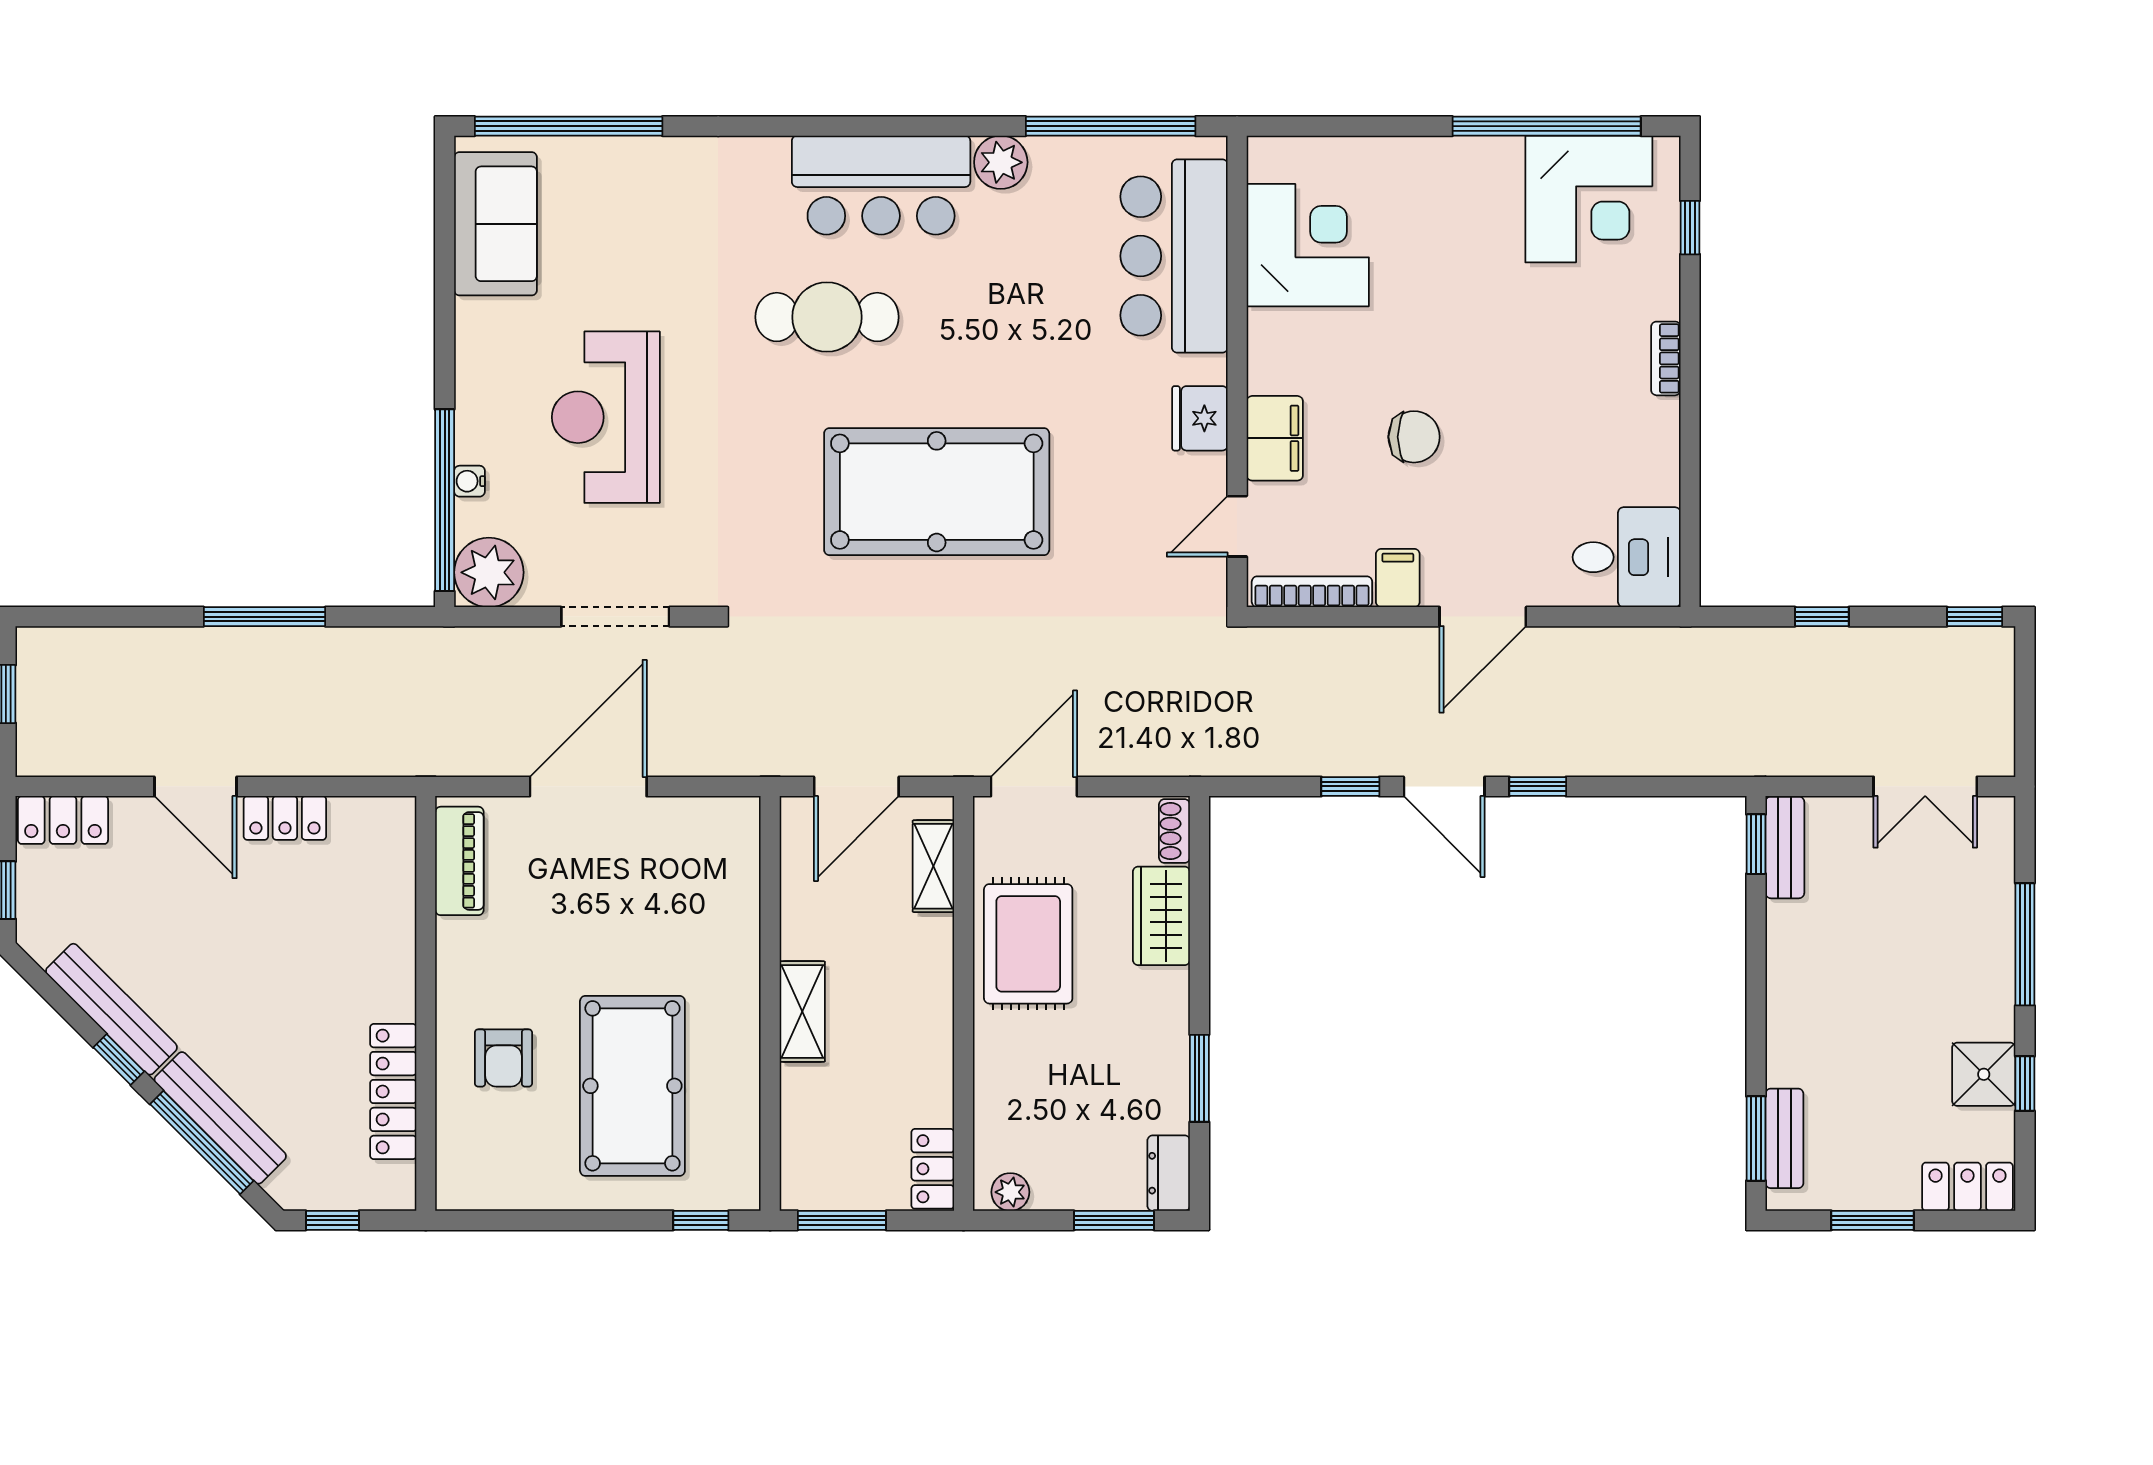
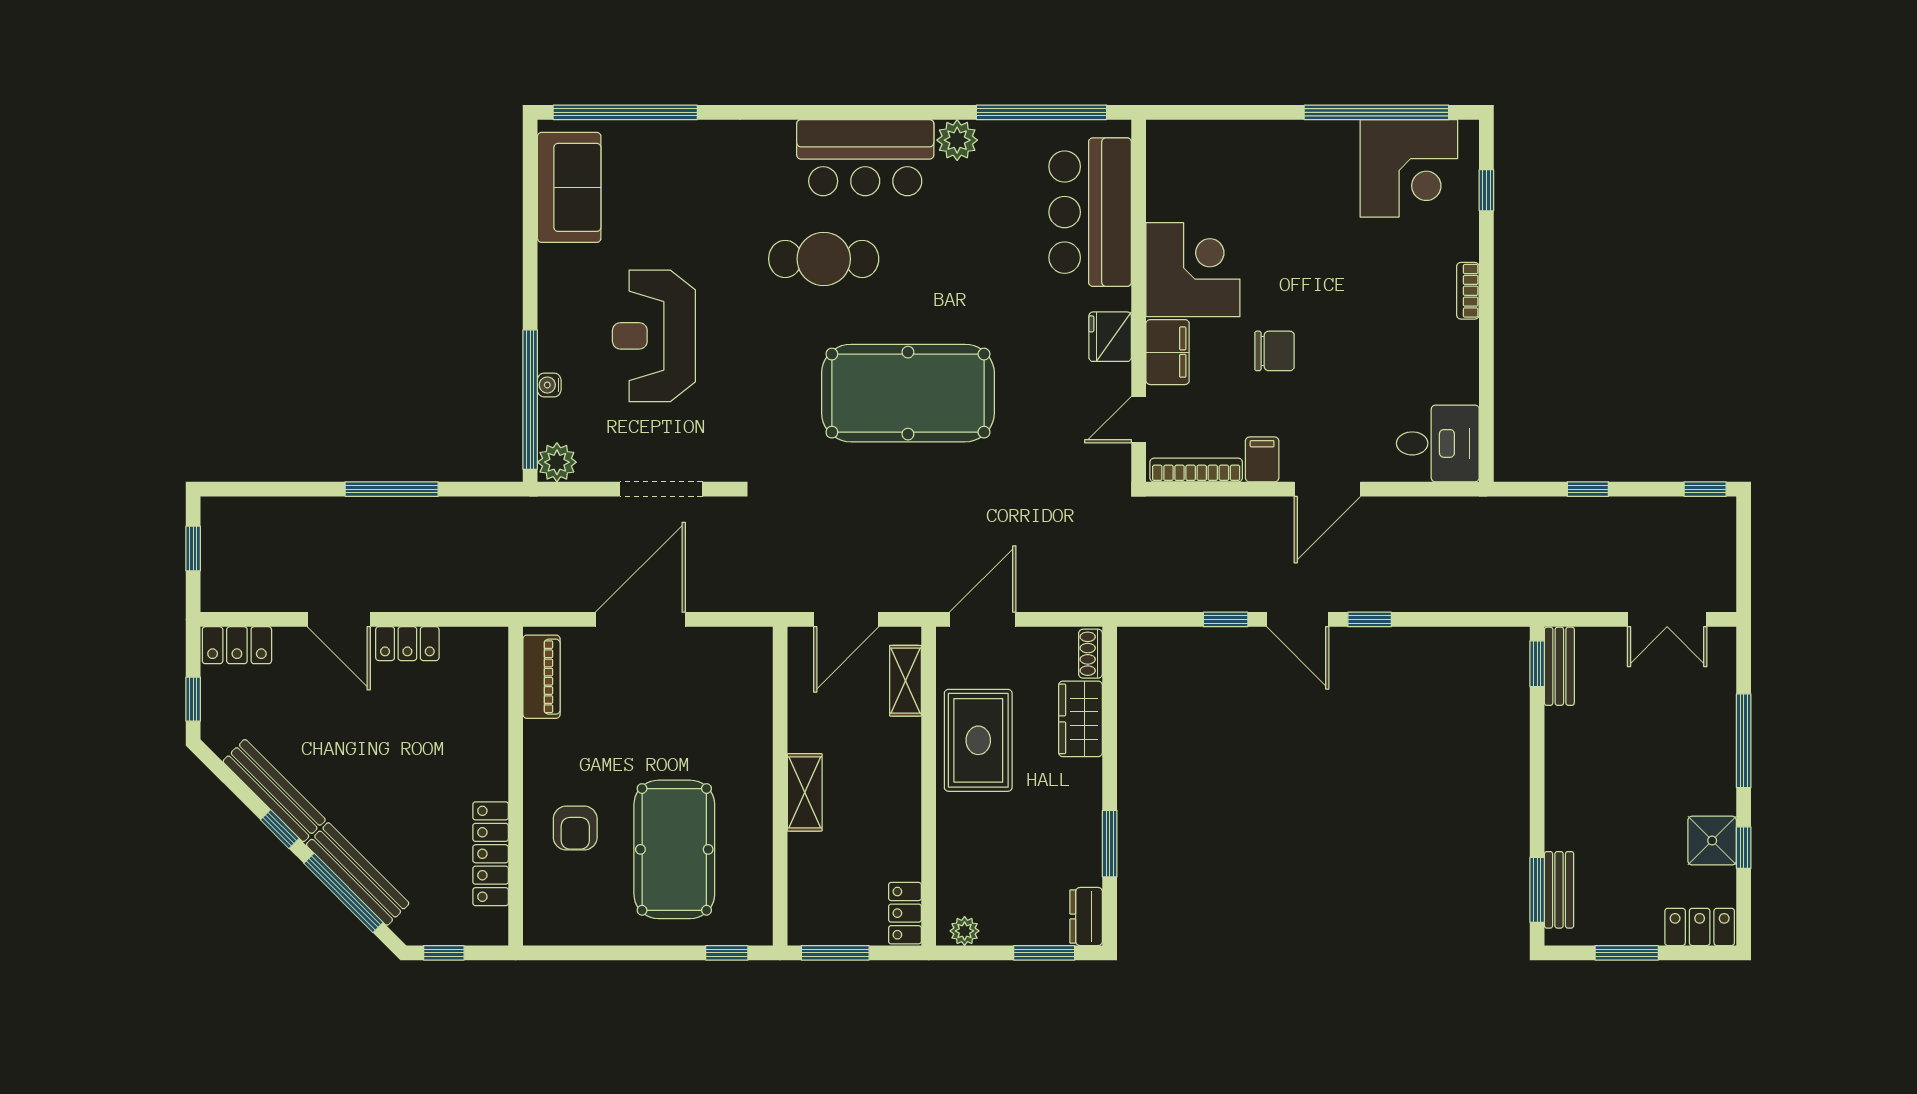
corner desk: (1308, 245) -> (1193, 270), moved
plant: (489, 572) -> (557, 462), width x0.73, depth x0.73

